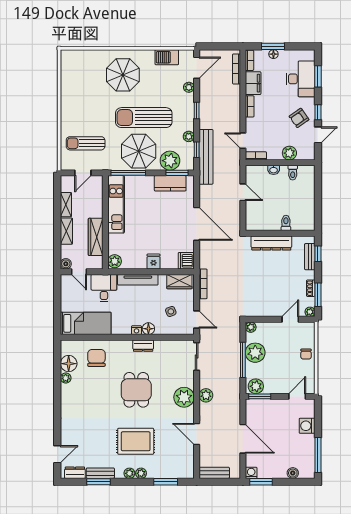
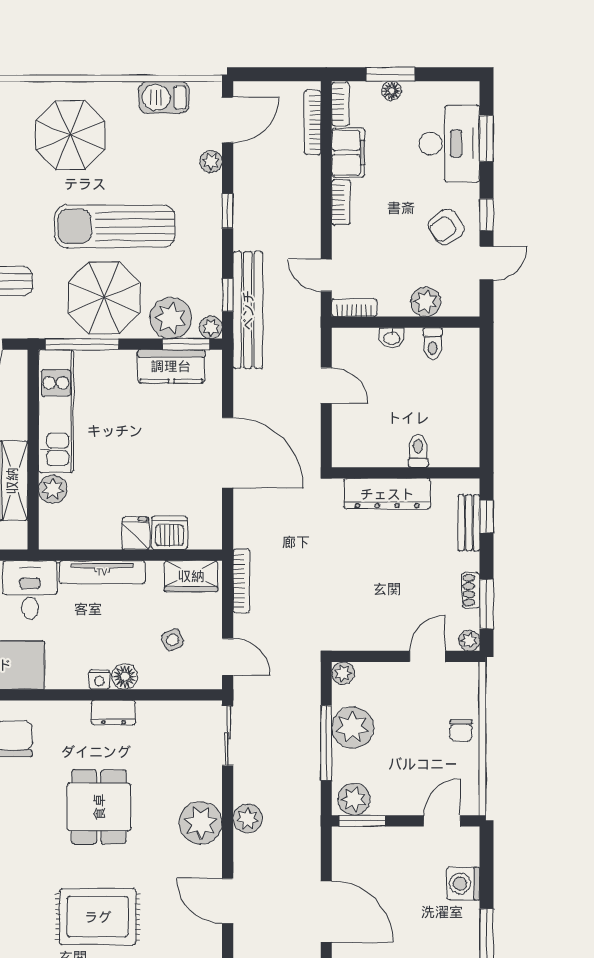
plant: (189, 136) -> (211, 327), moved
plant: (115, 261) -> (53, 489), moved
dishwasher: (186, 261) -> (169, 533), moved, turned 90

